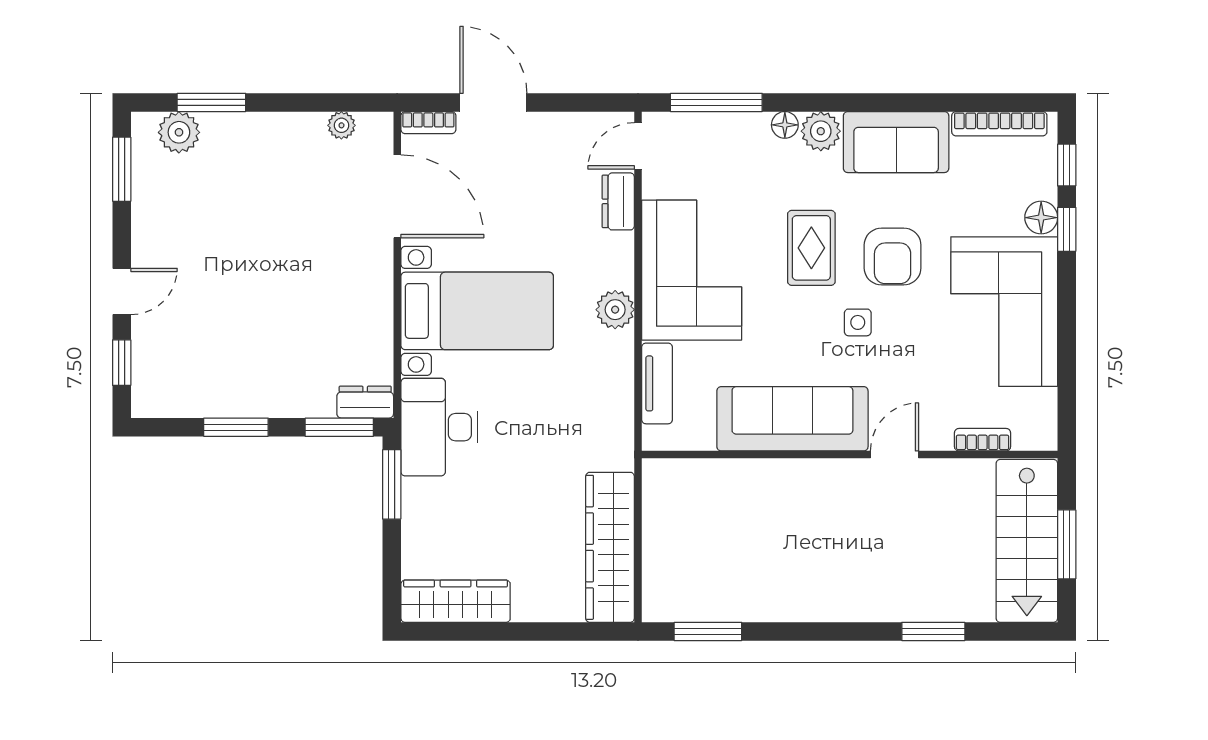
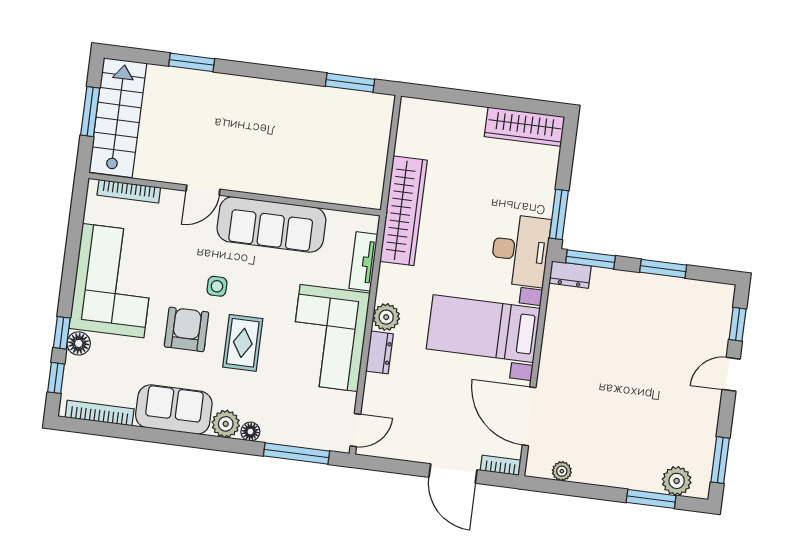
dresser: (618, 201) -> (379, 352), moved
bookcase: (983, 440) -> (129, 191), width x1.56
wardrobe: (610, 547) -> (403, 211), moved

